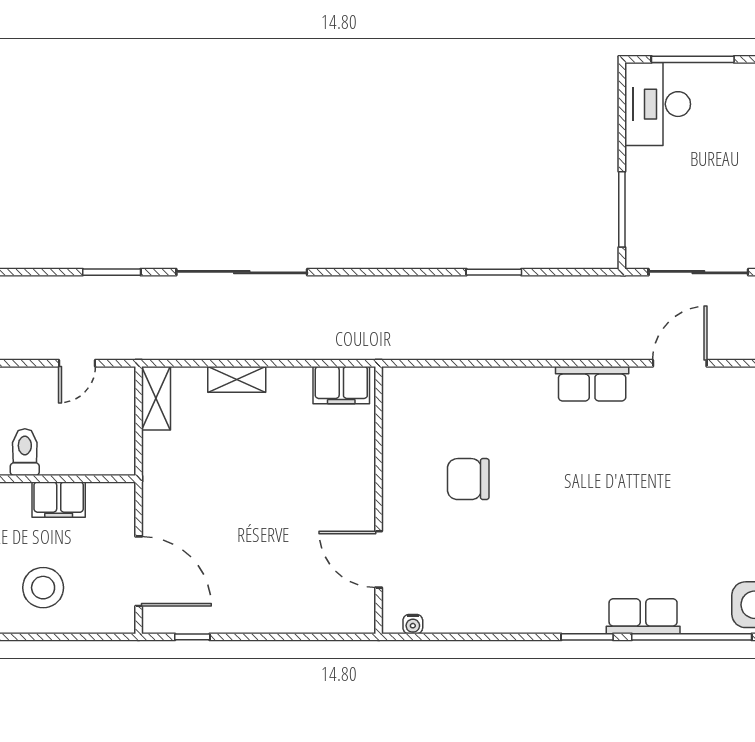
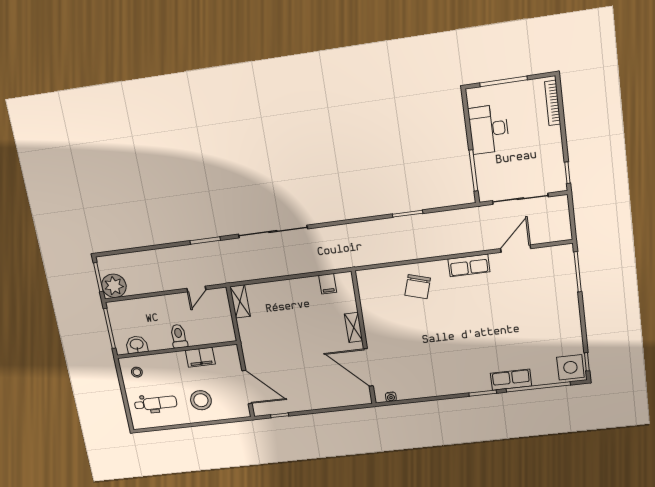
desk: (658, 104) -> (489, 129), moved
shelving: (237, 379) -> (354, 327), moved, turned 90
filing cabinet: (341, 385) -> (328, 284), width x0.50
chair: (468, 479) -> (418, 287), moved, turned -73
door: (379, 559) -> (368, 367), width x1.36

